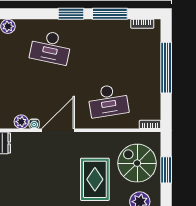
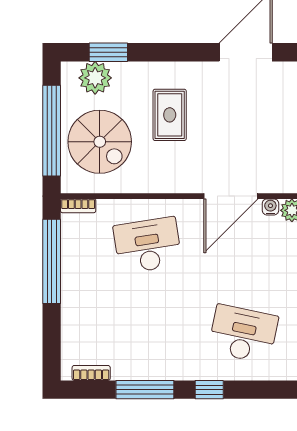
window: (71, 14) -> (209, 390), width x0.67
window: (166, 68) -> (52, 261), moved
window: (166, 170) -> (52, 131), width x2.11
rug: (95, 179) -> (170, 115), width x0.73, depth x0.70

